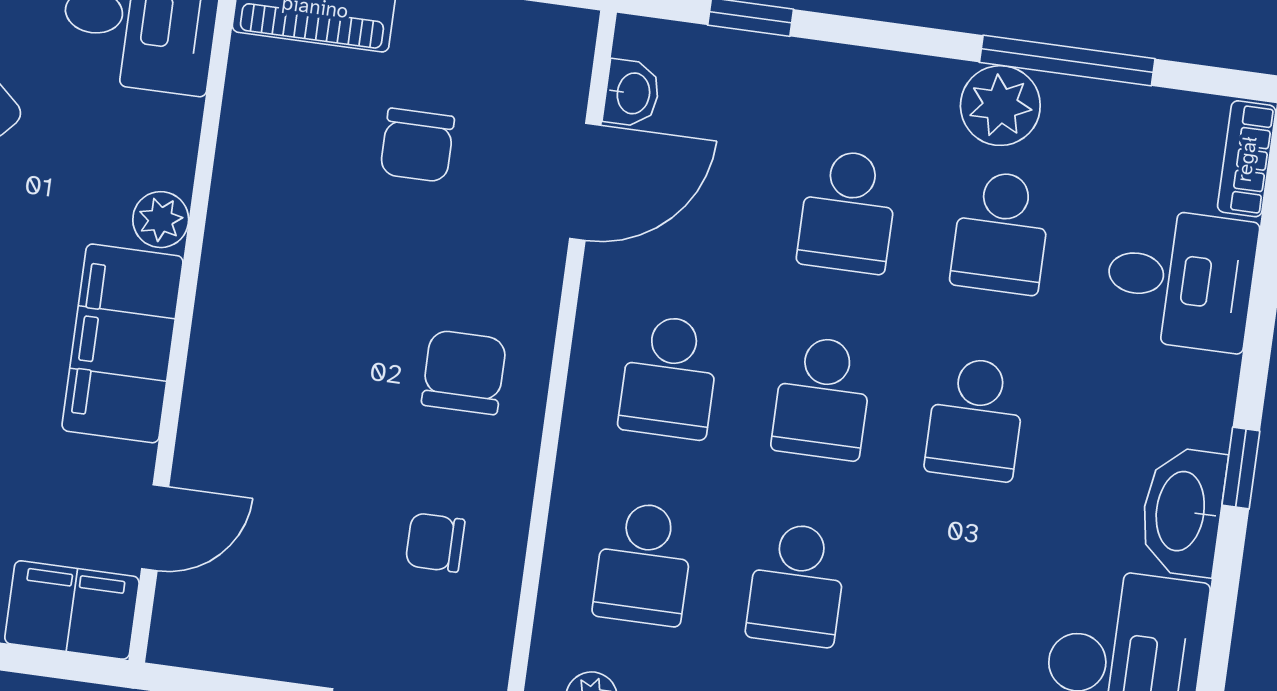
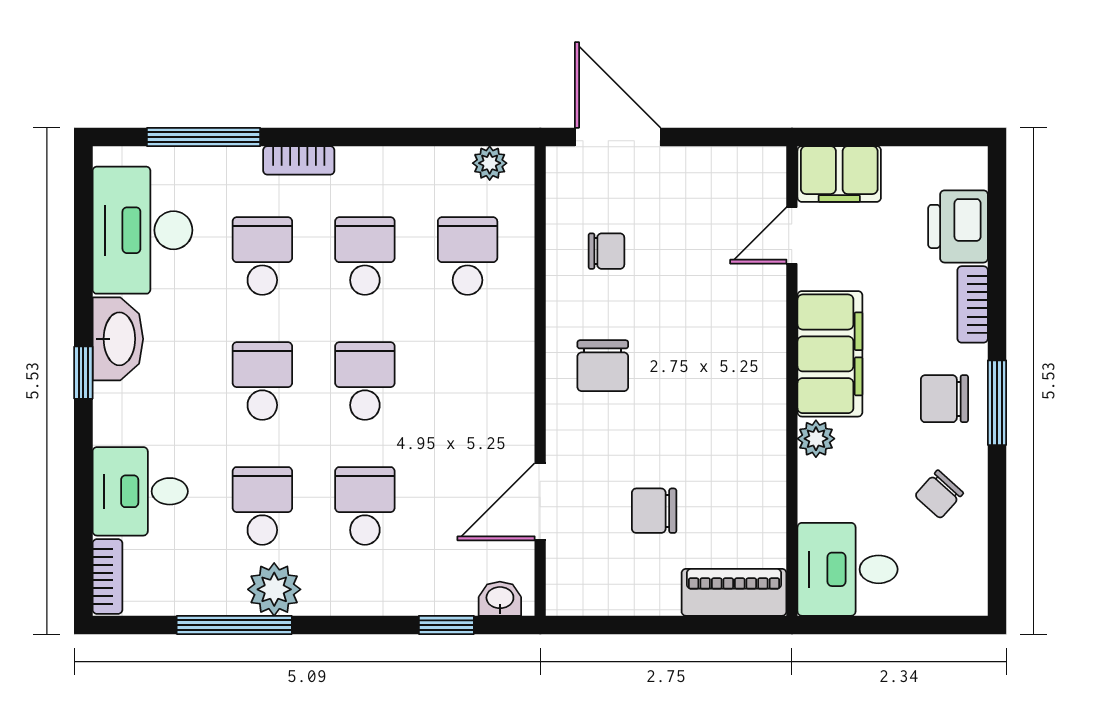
washbasin: (632, 93) -> (500, 599), moved, turned 90
chair: (417, 145) -> (654, 511), turned -90
school desk: (669, 377) -> (262, 256), moved

